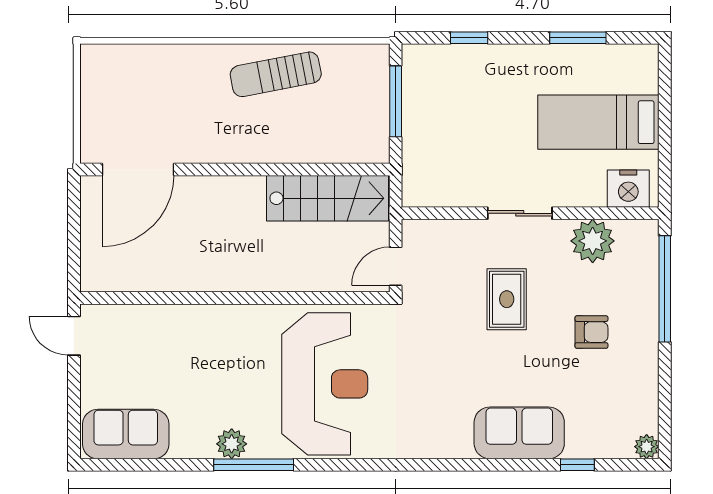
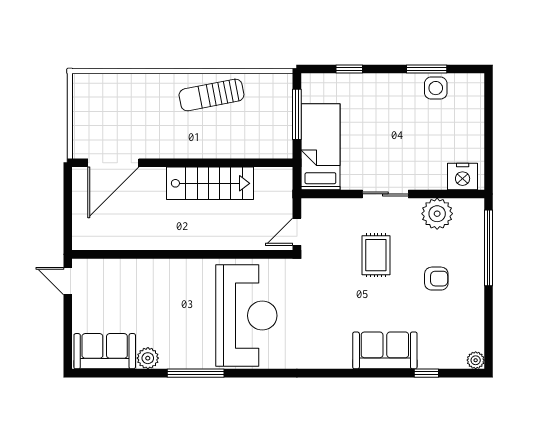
side table: (591, 65) -> (436, 88), added
bed: (598, 122) -> (320, 147), moved, turned 90
stairs: (328, 198) -> (210, 183), moved
plant: (232, 444) -> (148, 358), moved

